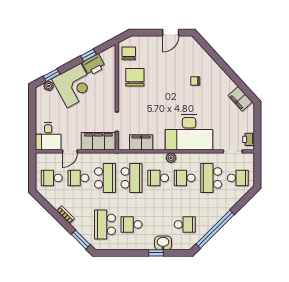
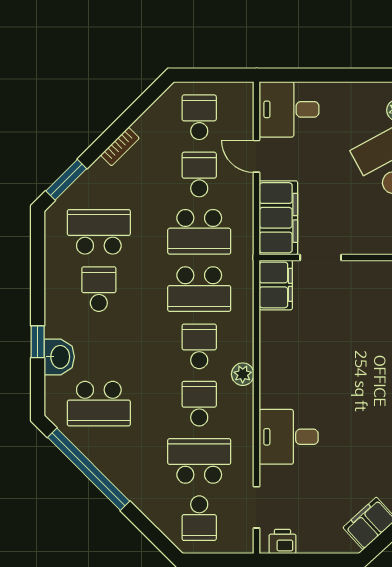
desk: (189, 132) -> (289, 437), width x0.53, depth x0.77
filing cabinet: (141, 142) -> (276, 285), moved
school desk: (185, 224) -> (99, 404), width x1.85

